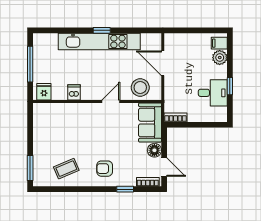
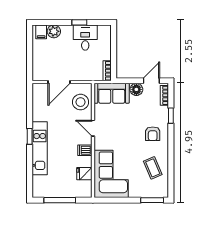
kitchen unit: (99, 42) -> (40, 148), width x0.73
fridge: (44, 92) -> (84, 174), moved
dishwasher: (74, 92) -> (85, 150), moved
corner sofa: (59, 122) -> (111, 174), added

